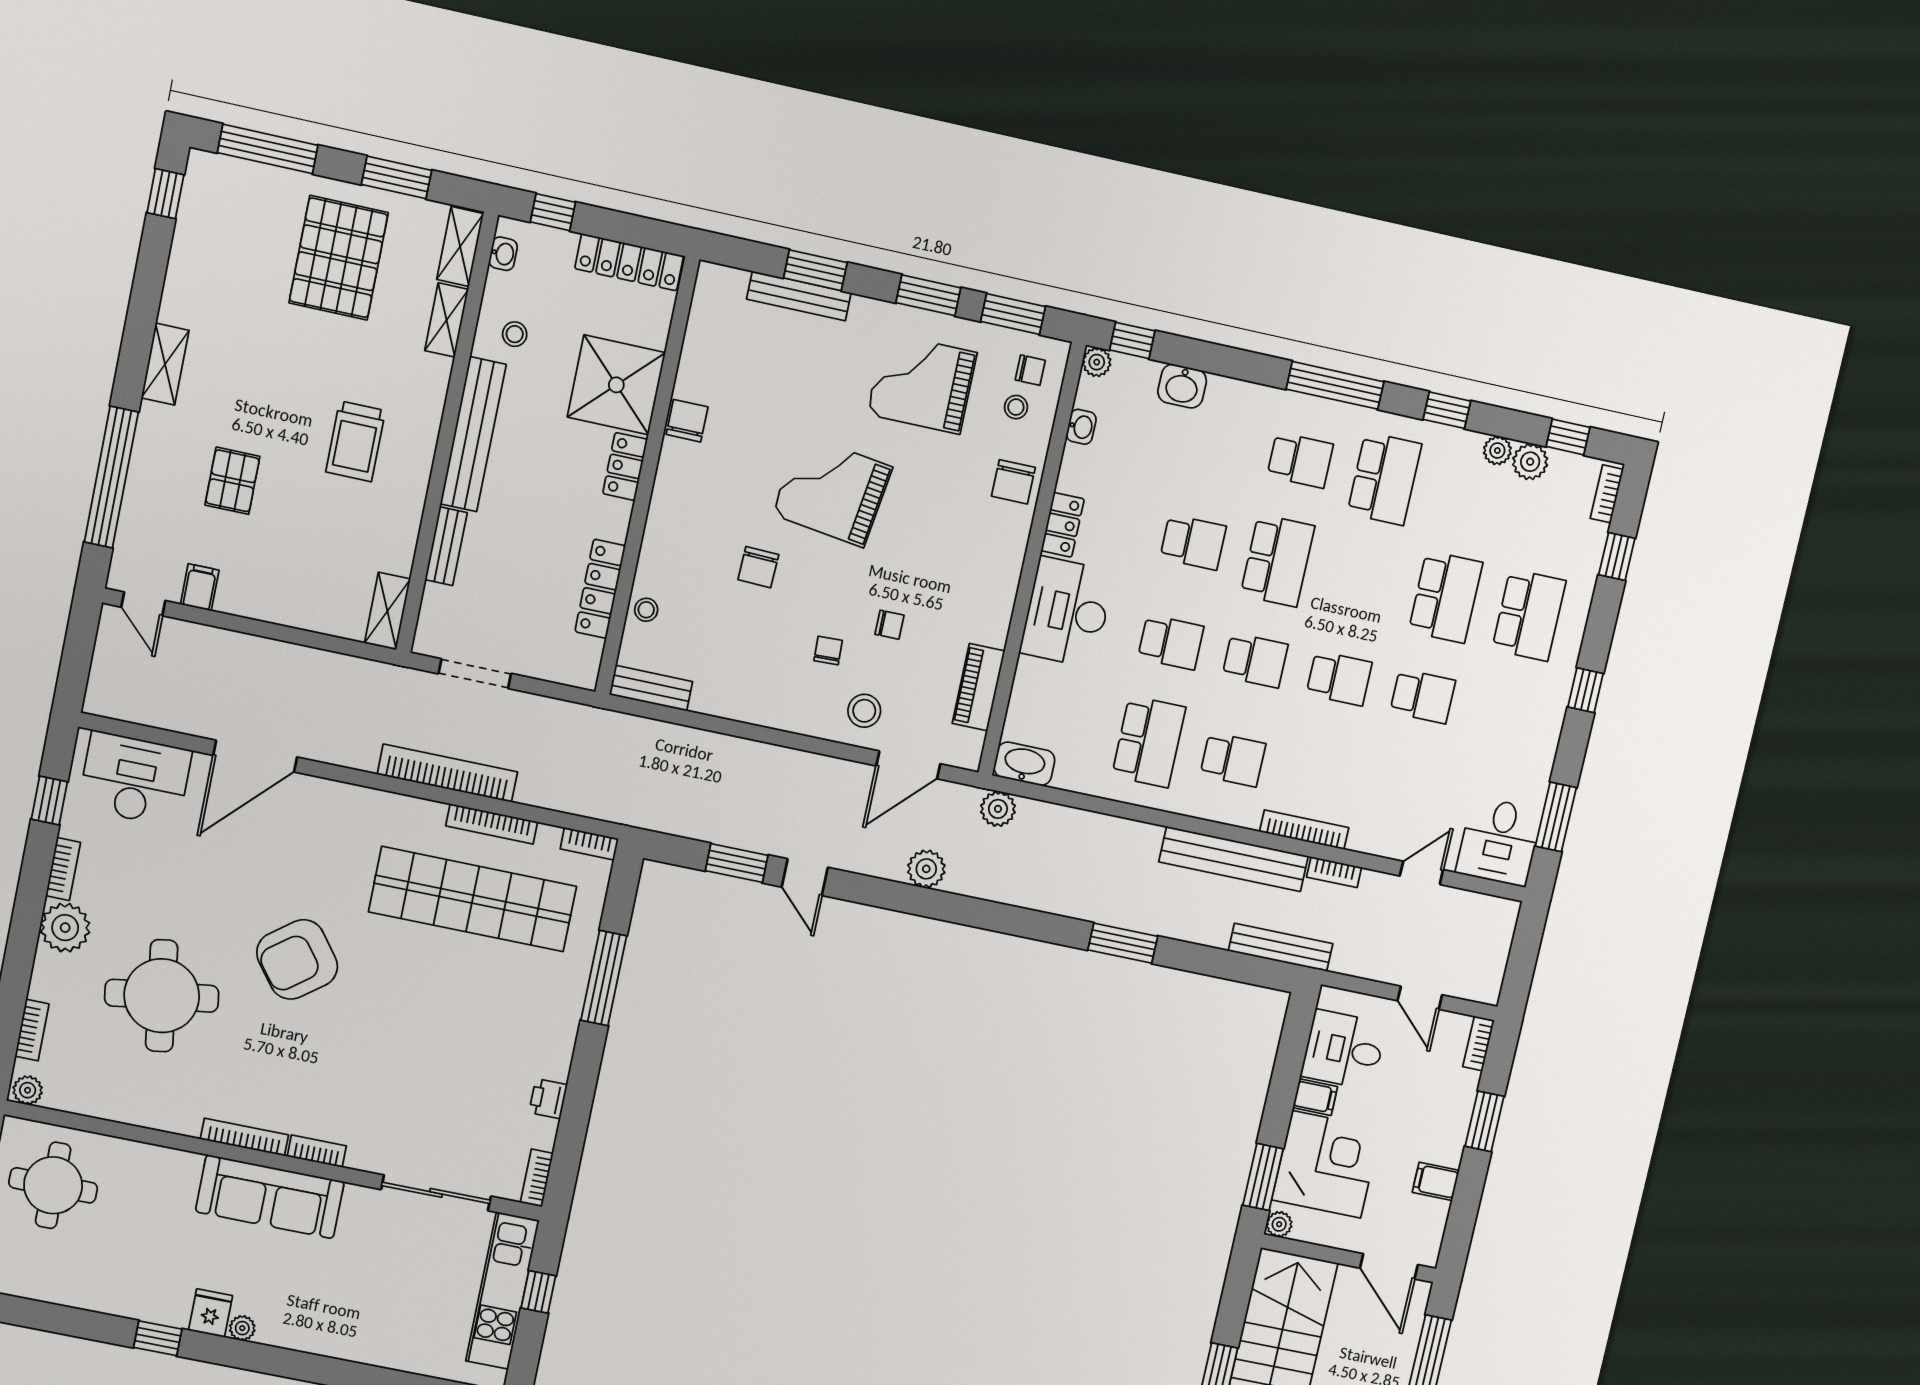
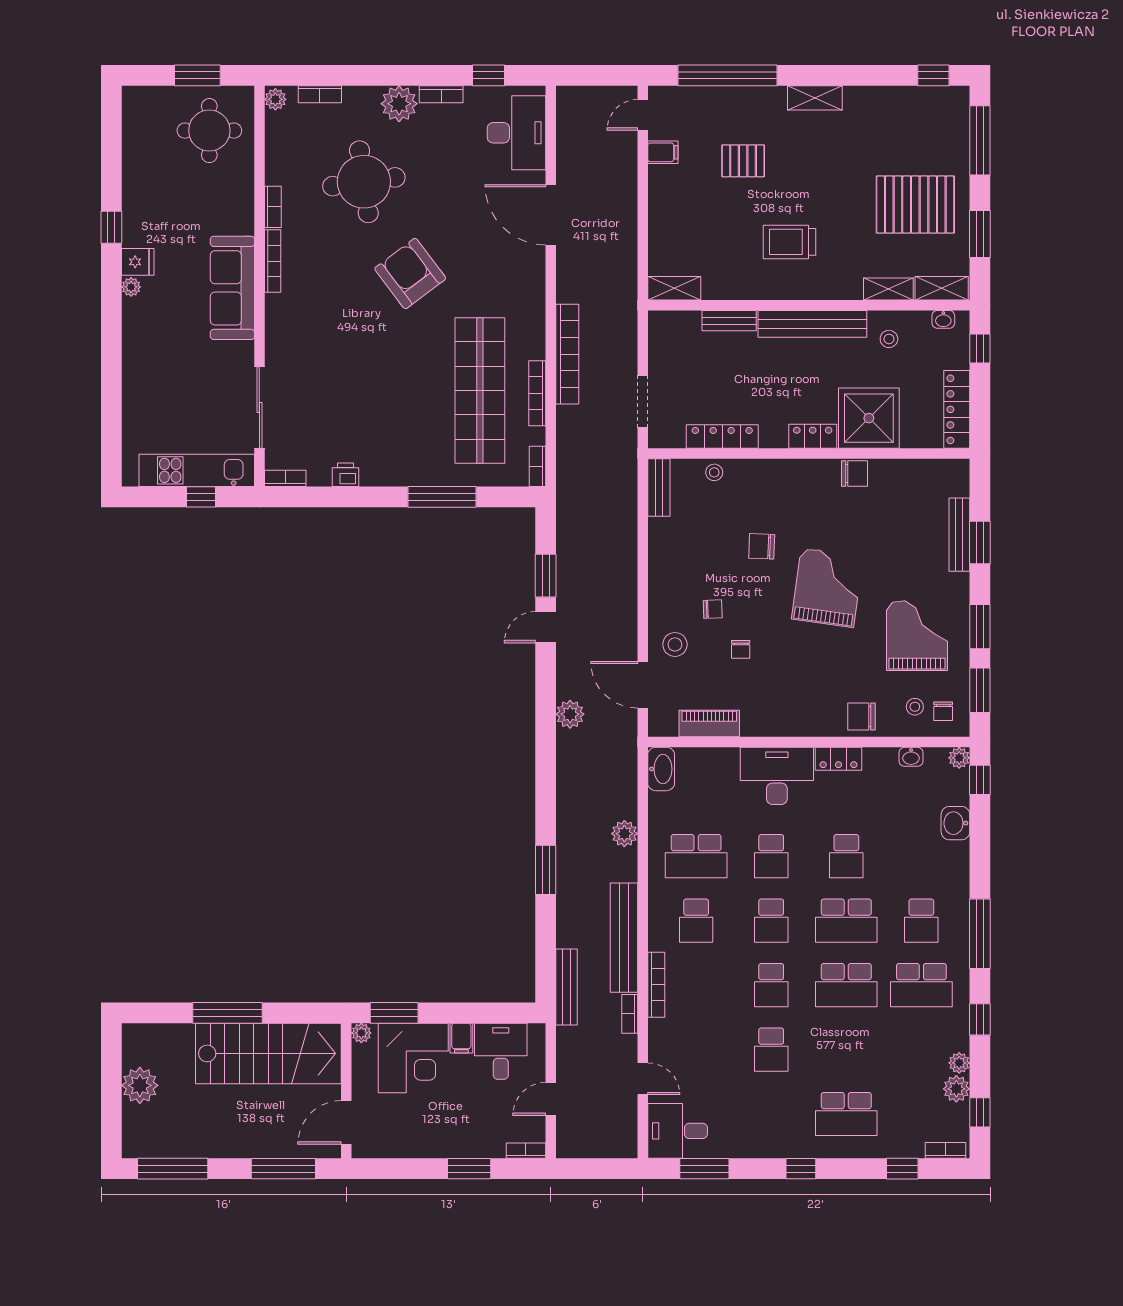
school desk: (1445, 597) -> (846, 985), moved
doorway: (475, 674) -> (643, 401), moved
plant: (998, 809) -> (624, 834), moved
bookcase: (317, 1151) -> (273, 207), moved
filing cabinet: (1436, 1181) -> (417, 1143), removed

